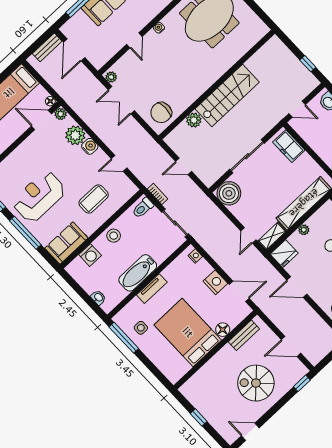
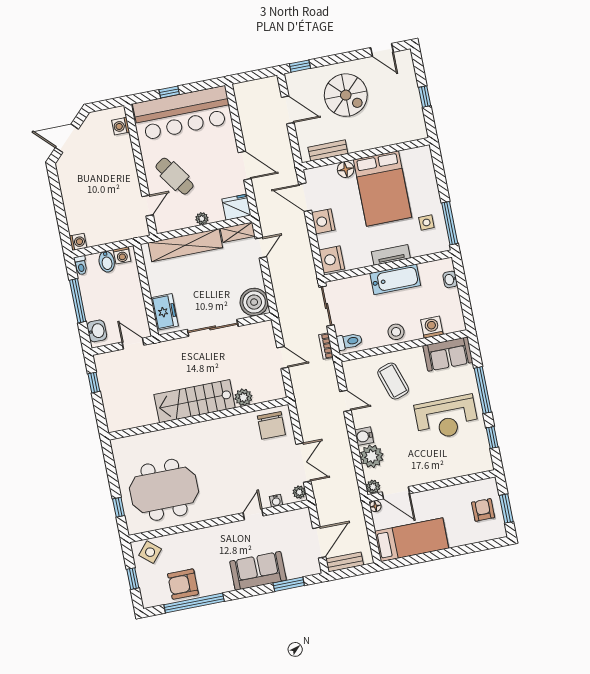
water cooler: (159, 28) -> (276, 501), moved
chair: (161, 113) -> (271, 425), turned 90
coffee table: (94, 199) -> (393, 381), turned 72
nightstand: (195, 256) -> (332, 259), width x1.89, depth x1.79

